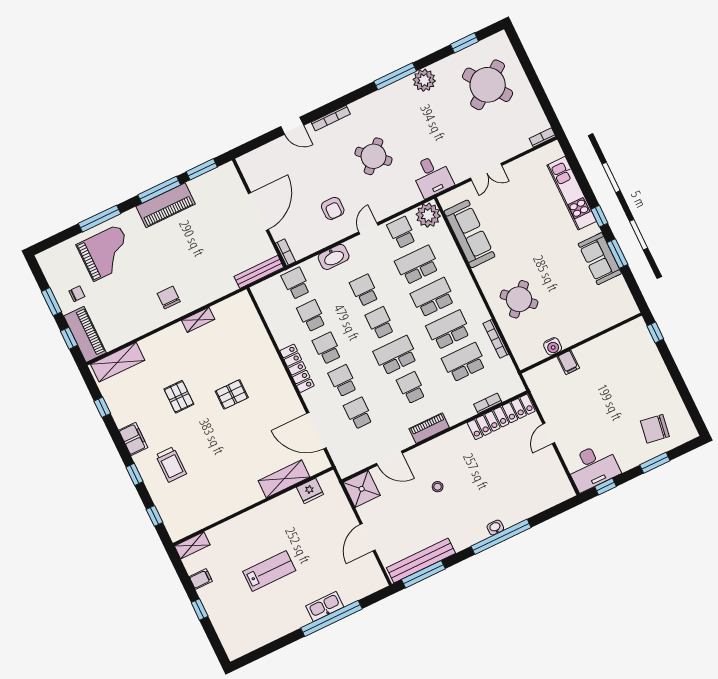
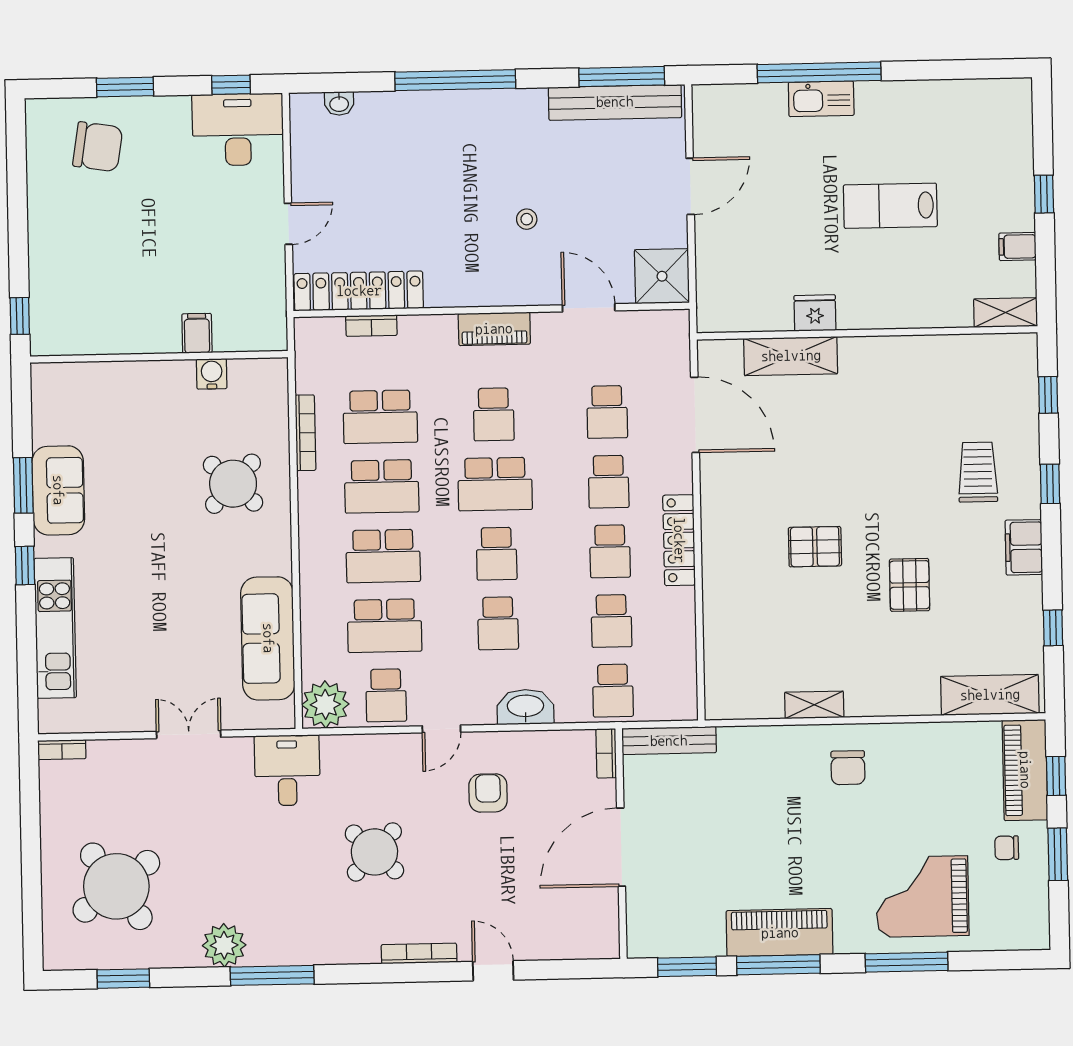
fridge: (310, 491) -> (815, 313), moved
washbasin: (495, 528) -> (339, 103), moved

